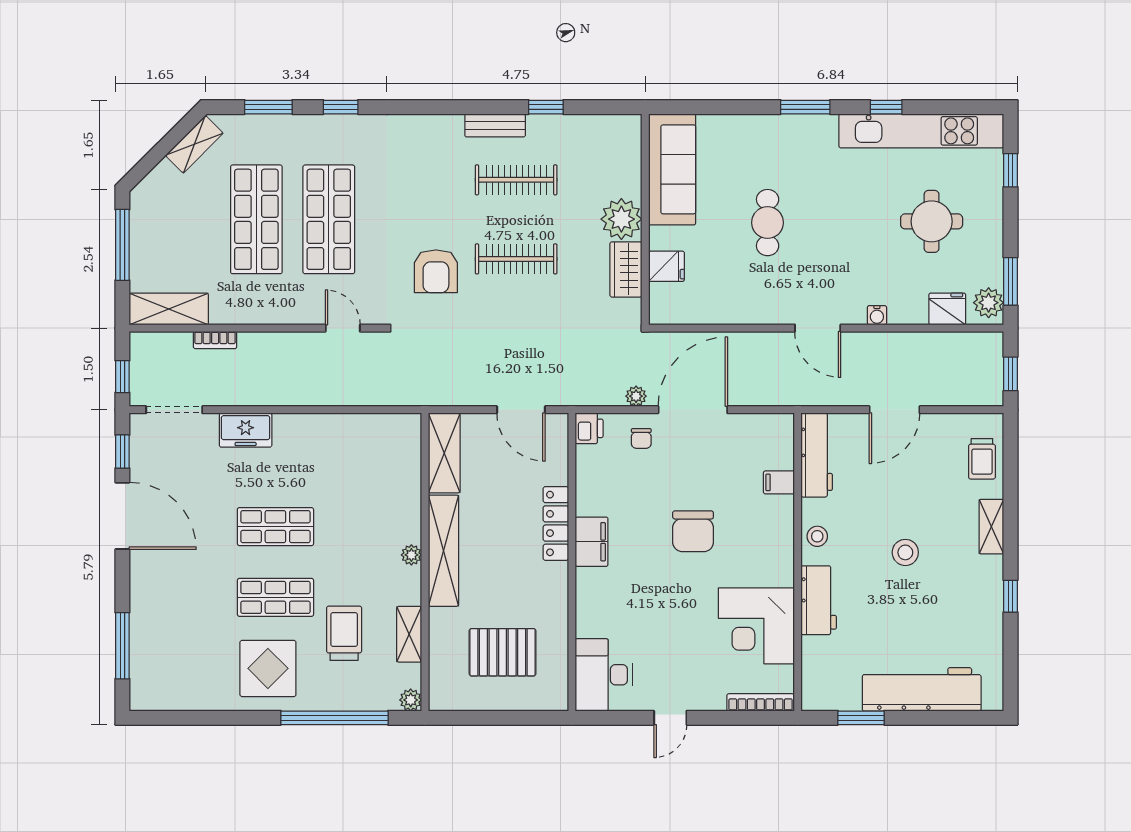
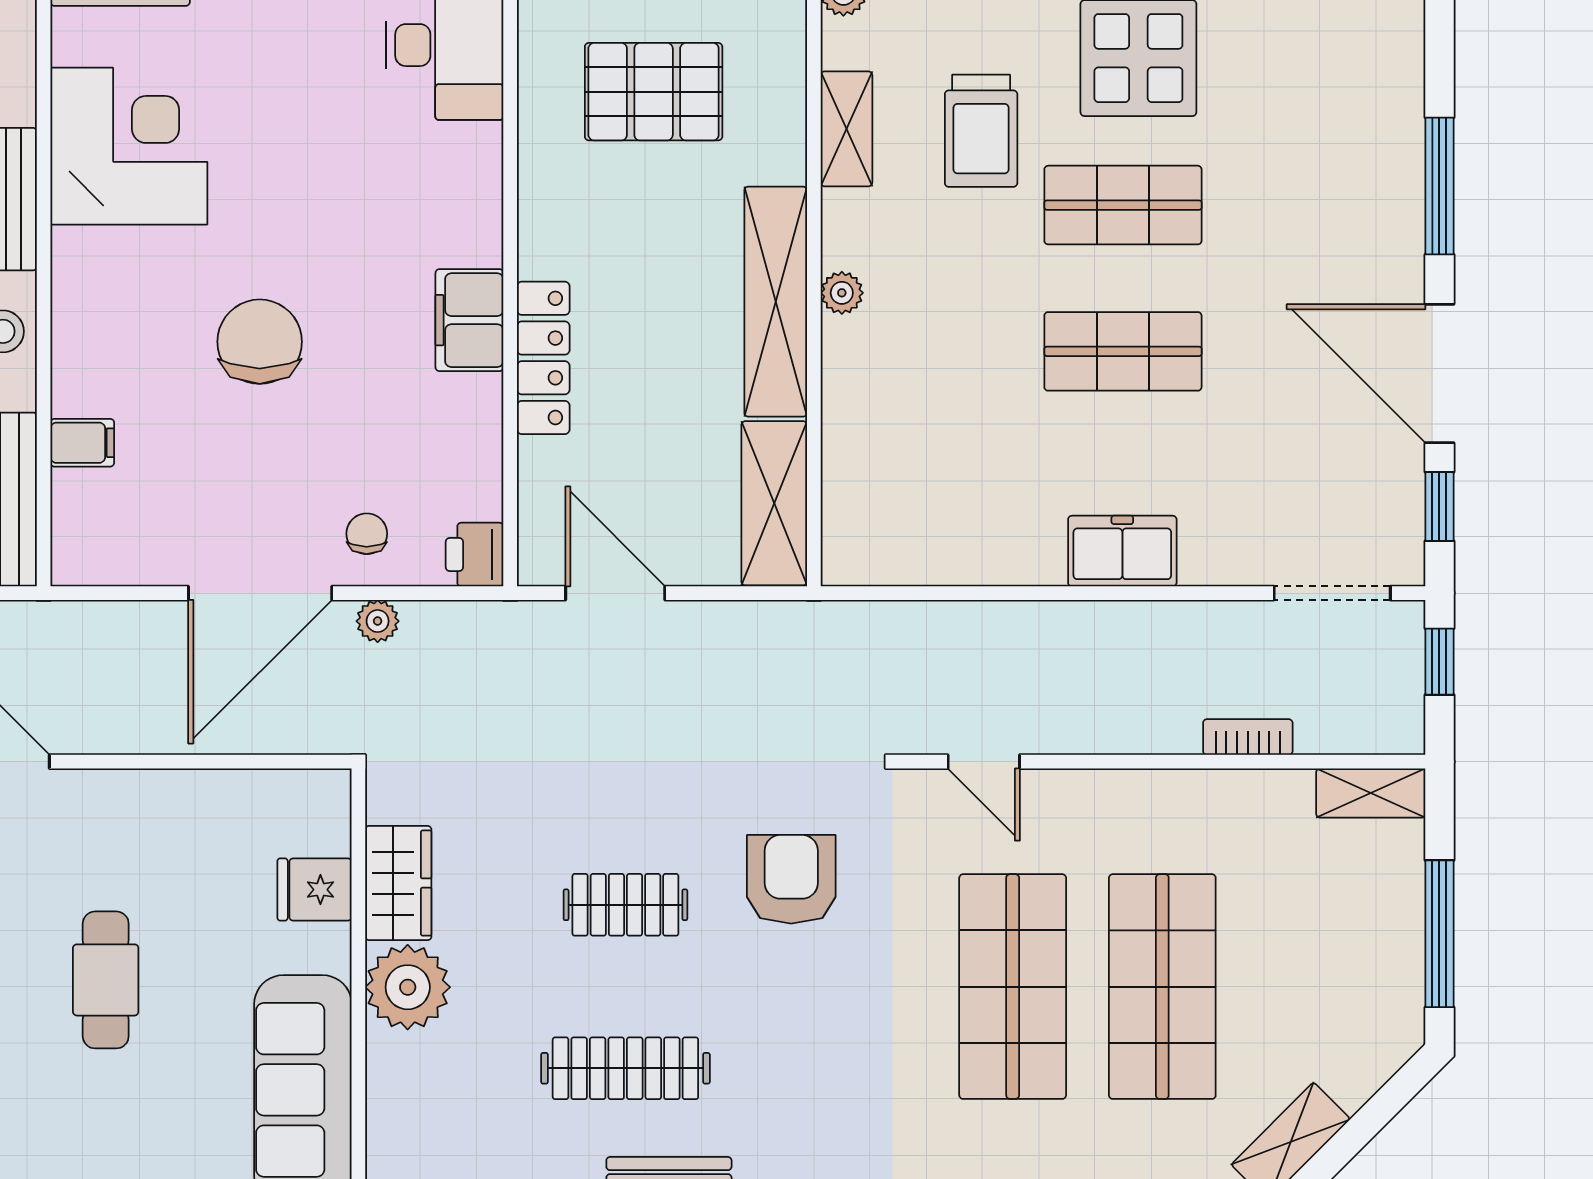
clothes rail: (516, 259) -> (625, 905), width x0.73
shelving: (169, 309) -> (1371, 793), width x0.67, depth x0.75
freezer: (246, 430) -> (1122, 551), moved
window: (122, 646) -> (1439, 186), moved

